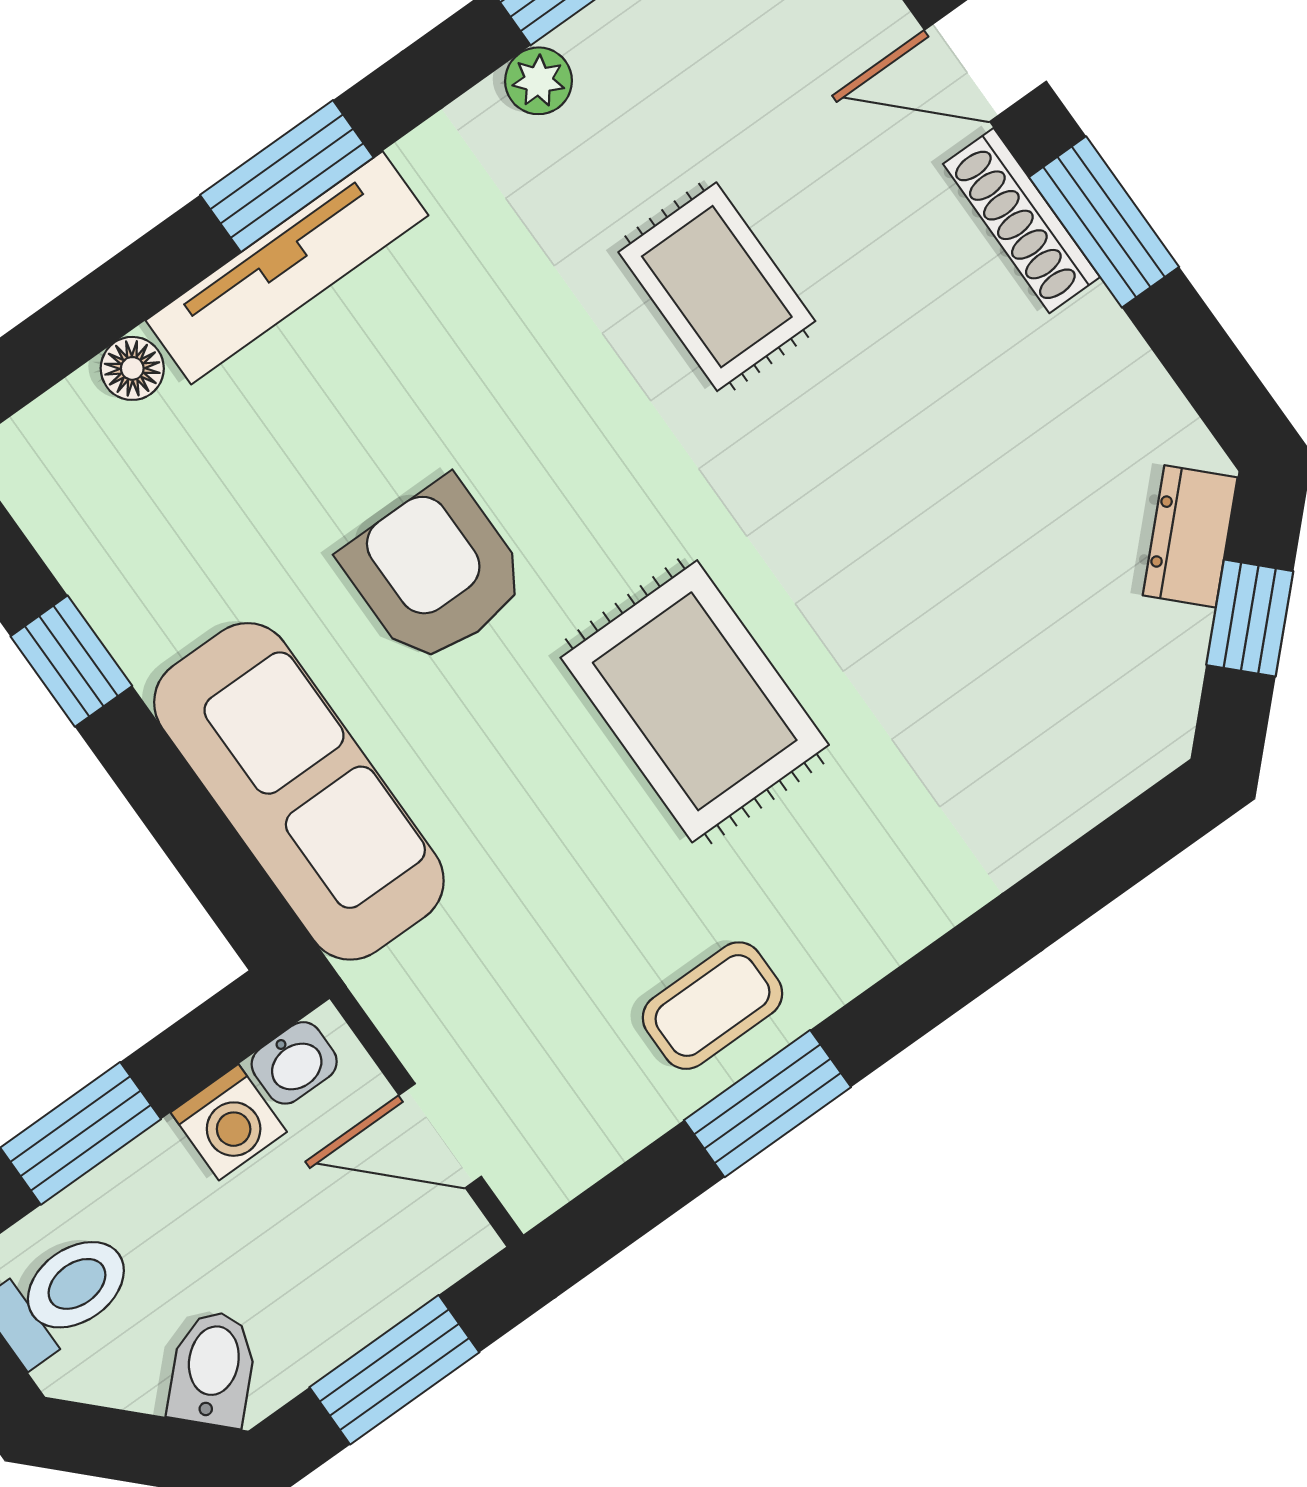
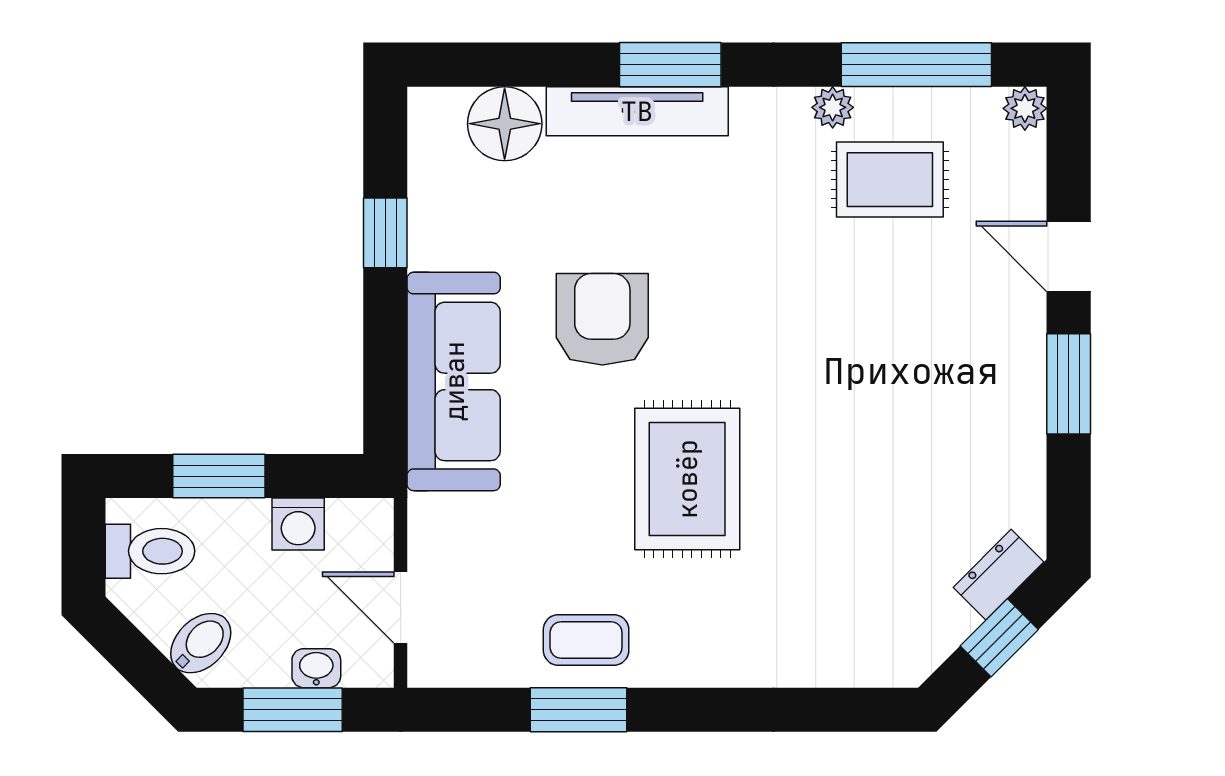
shoe rack: (1021, 221) -> (1027, 353), removed
rug: (717, 287) -> (890, 180), moved, turned 90
floor lamp: (132, 368) -> (505, 124), width x1.89, depth x1.89
washbasin: (294, 1063) -> (316, 668), moved, turned 180

